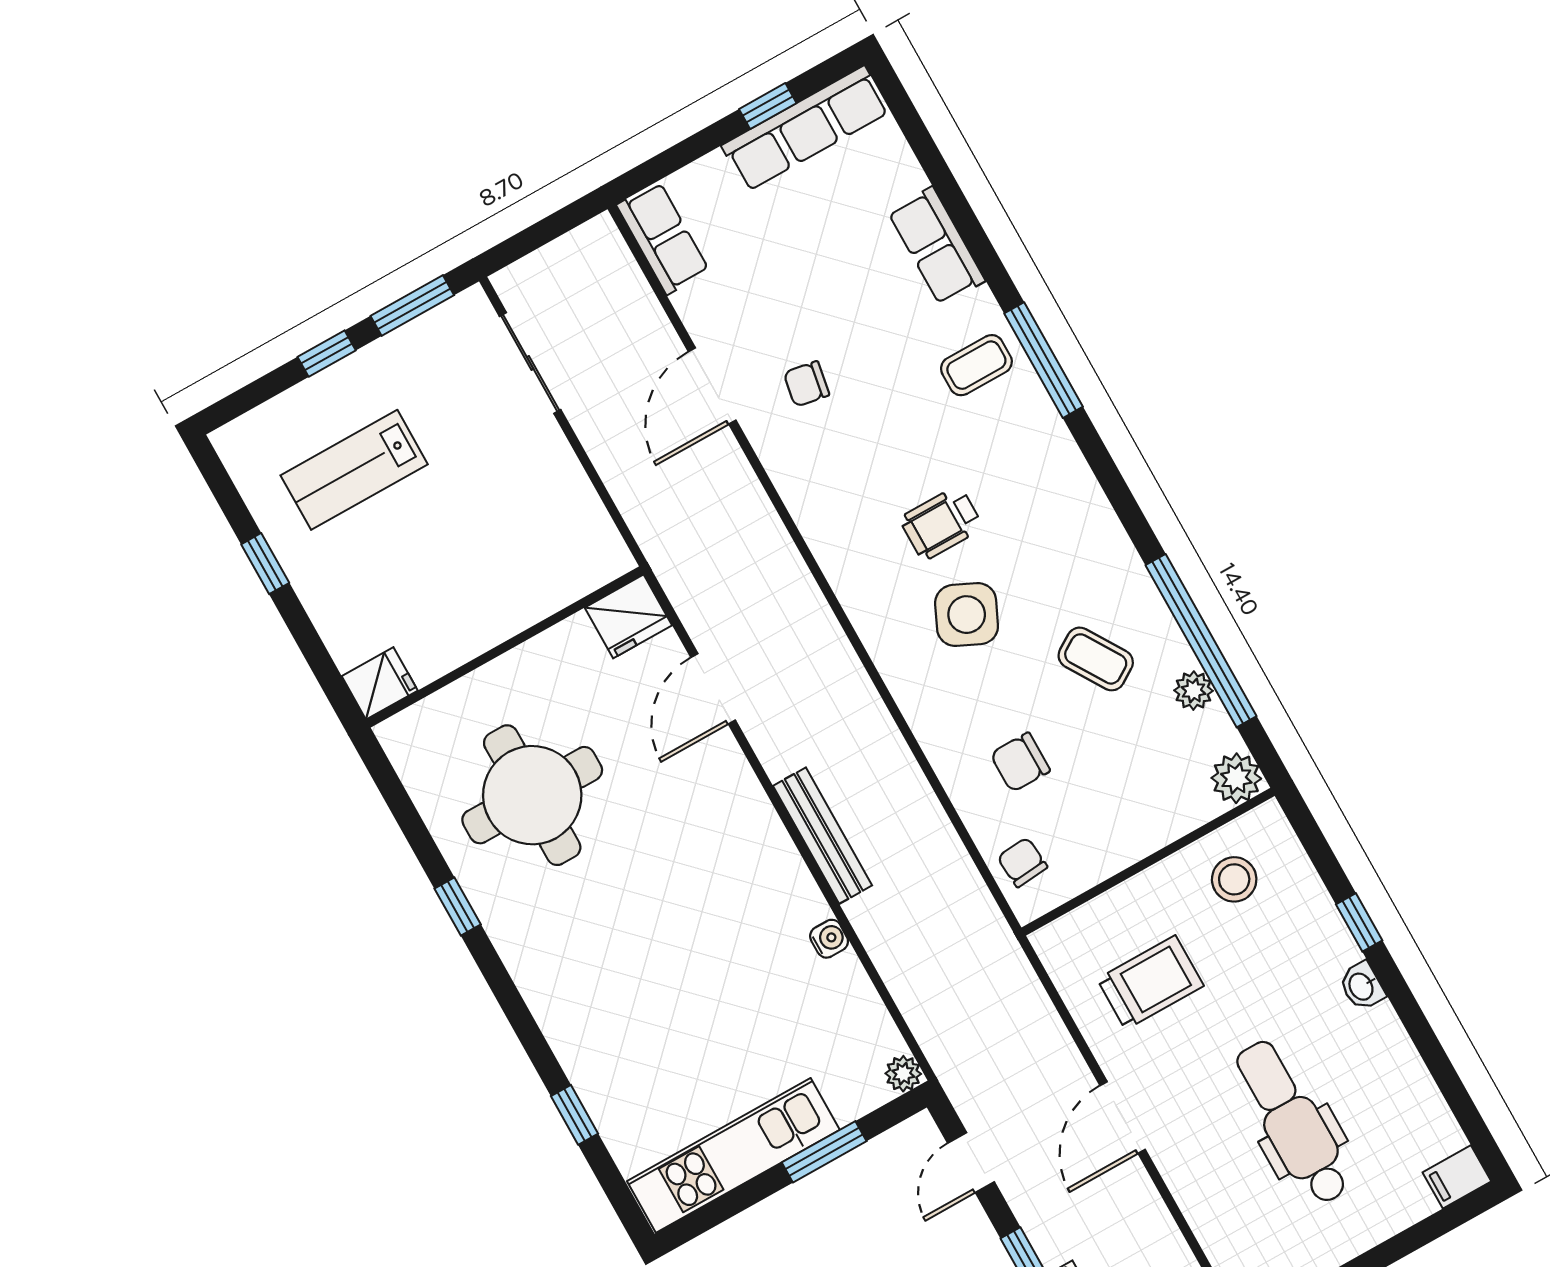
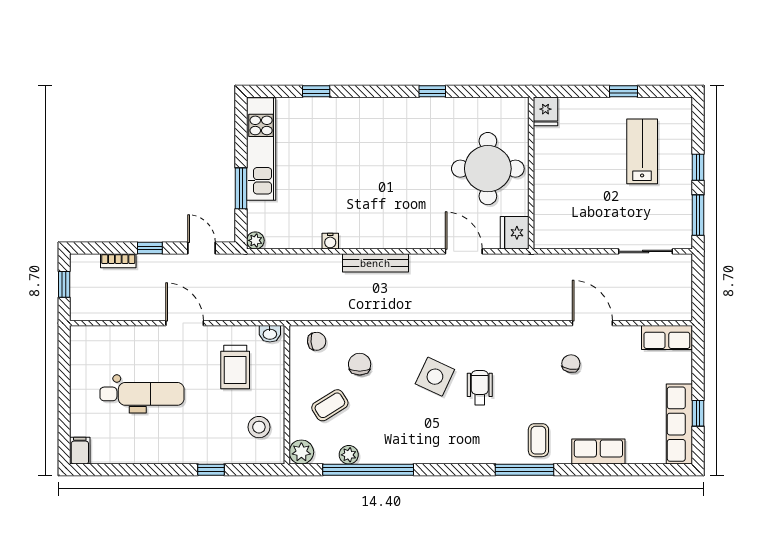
coffee table: (1096, 659) -> (330, 405), moved
round table: (532, 795) -> (488, 169), moved
washbasin: (1362, 986) -> (270, 334), moved, turned 180

